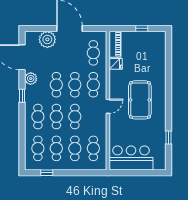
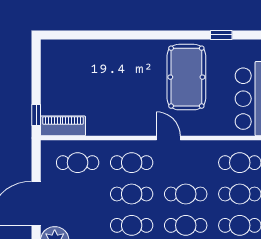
window: (142, 28) -> (36, 115), moved
fridge: (116, 64) -> (96, 125), removed
pool table: (140, 100) -> (186, 77), moved, turned 90

